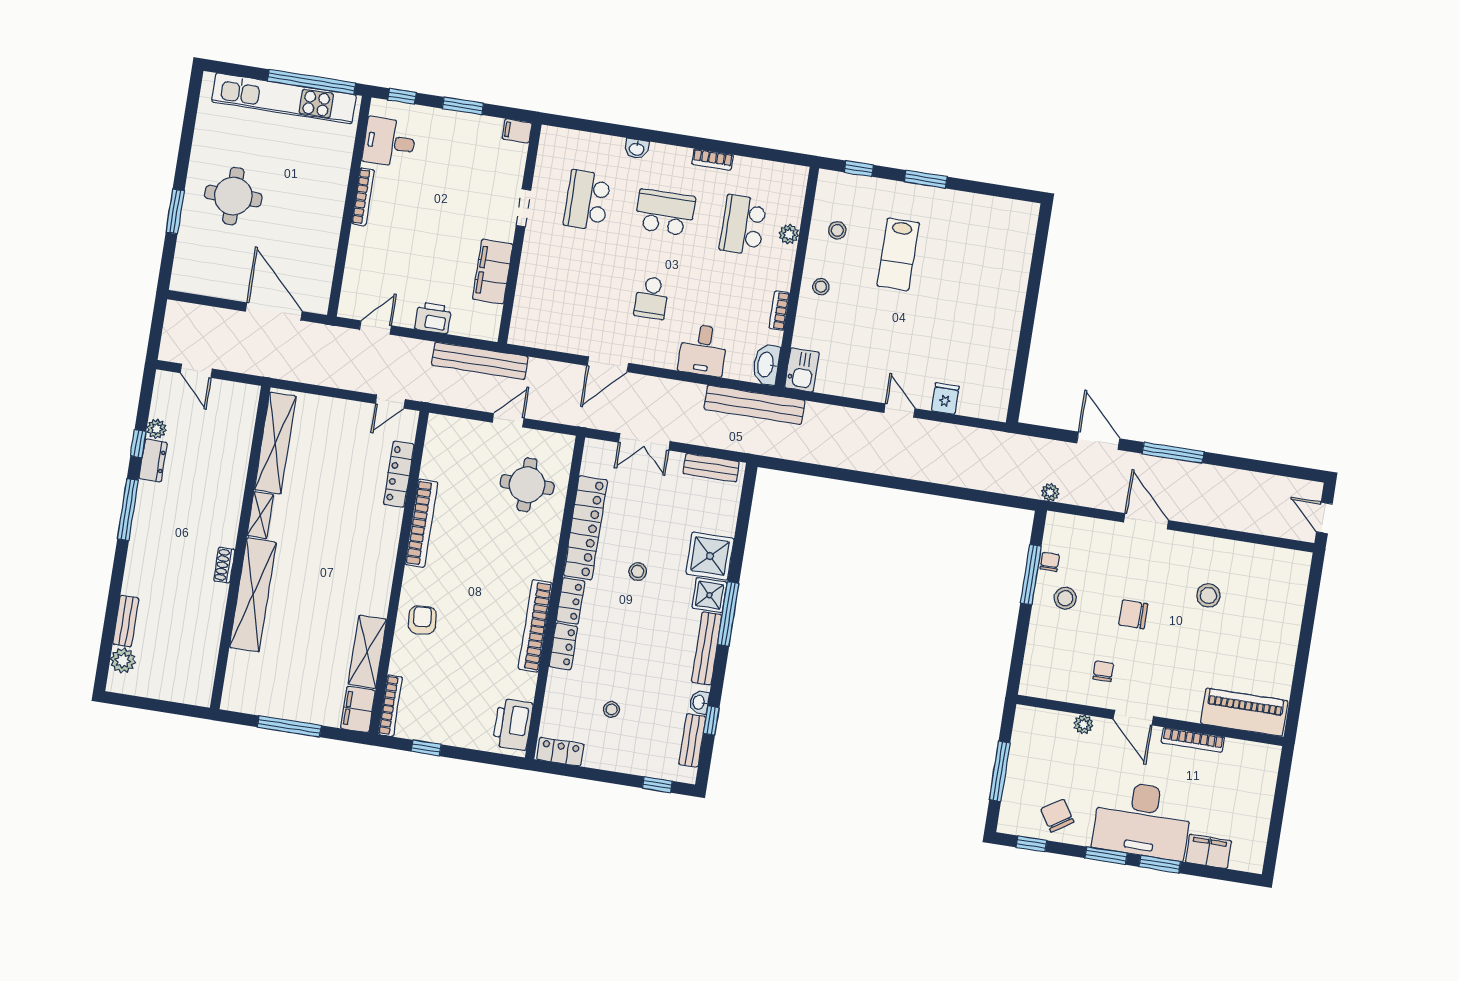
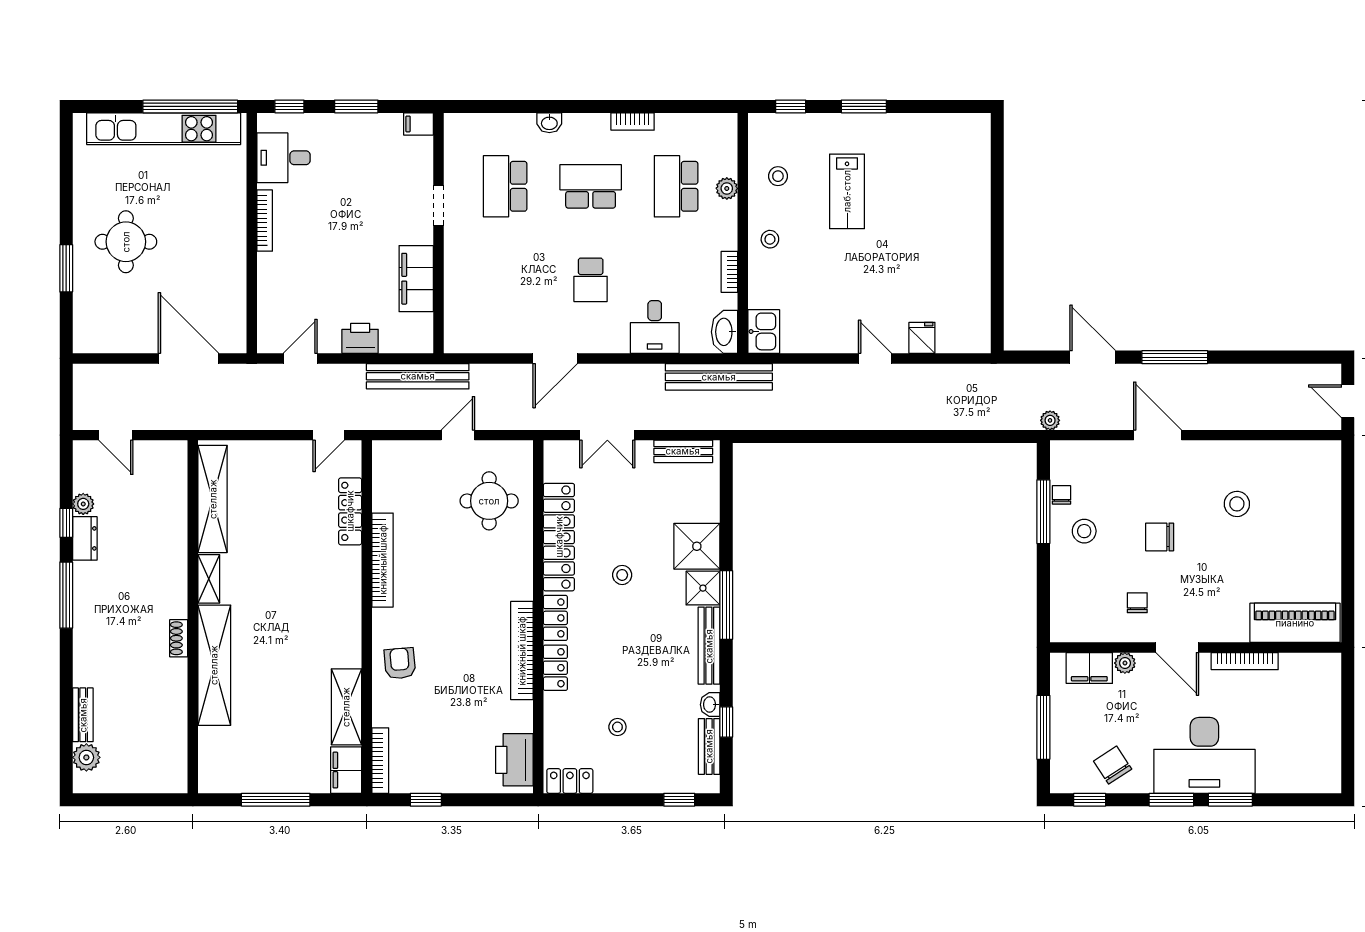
filing cabinet: (1208, 851) -> (1089, 668), moved, turned 180

